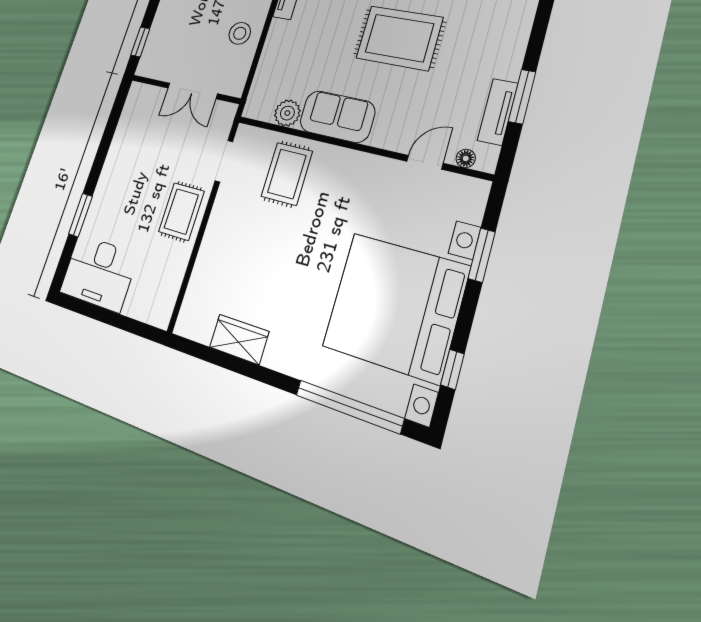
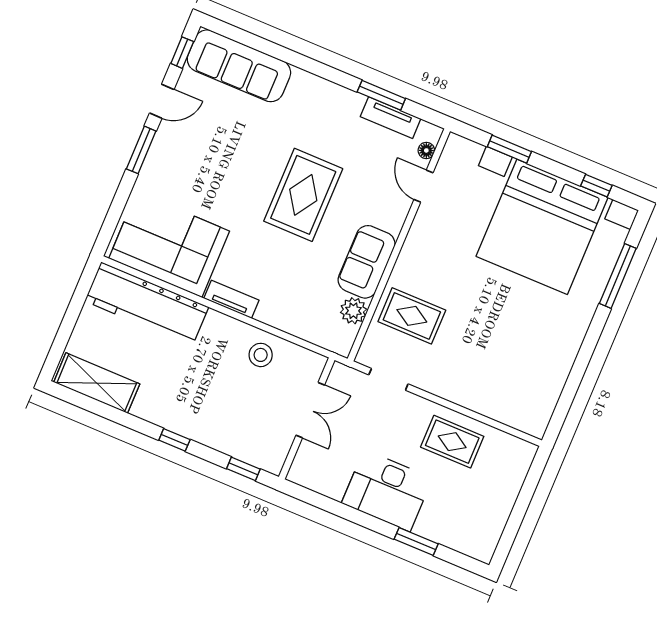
rug: (181, 211) -> (452, 442), moved
desk: (99, 273) -> (387, 491), moved, turned 90
wardrobe: (239, 339) -> (554, 373), removed
window: (349, 407) -> (618, 276), width x0.68

